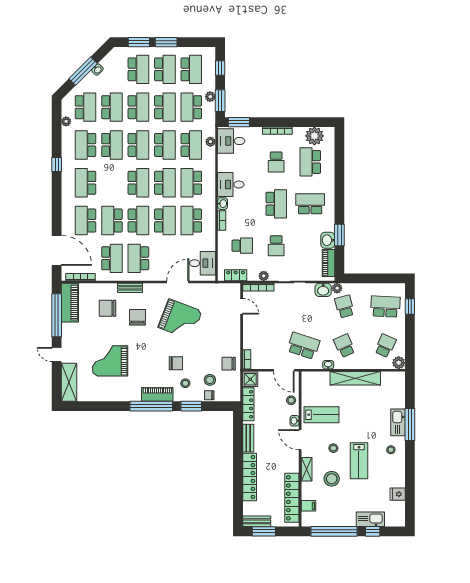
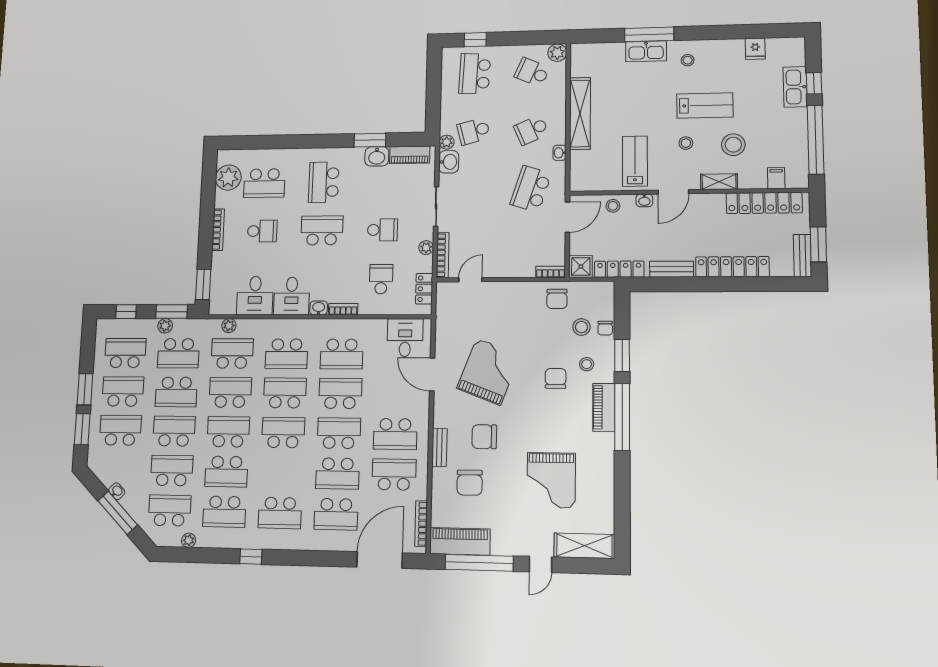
school desk: (165, 107) -> (176, 392), turned 180
desk: (231, 141) -> (255, 296), moved
school desk: (112, 145) -> (226, 472), turned 180

